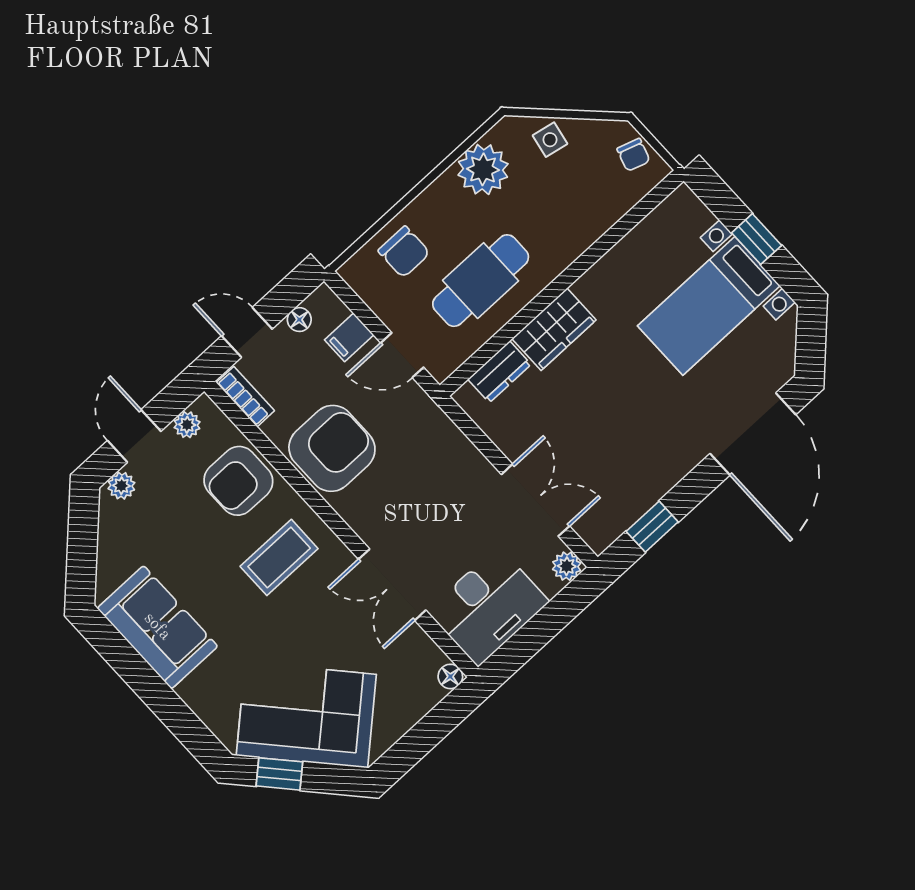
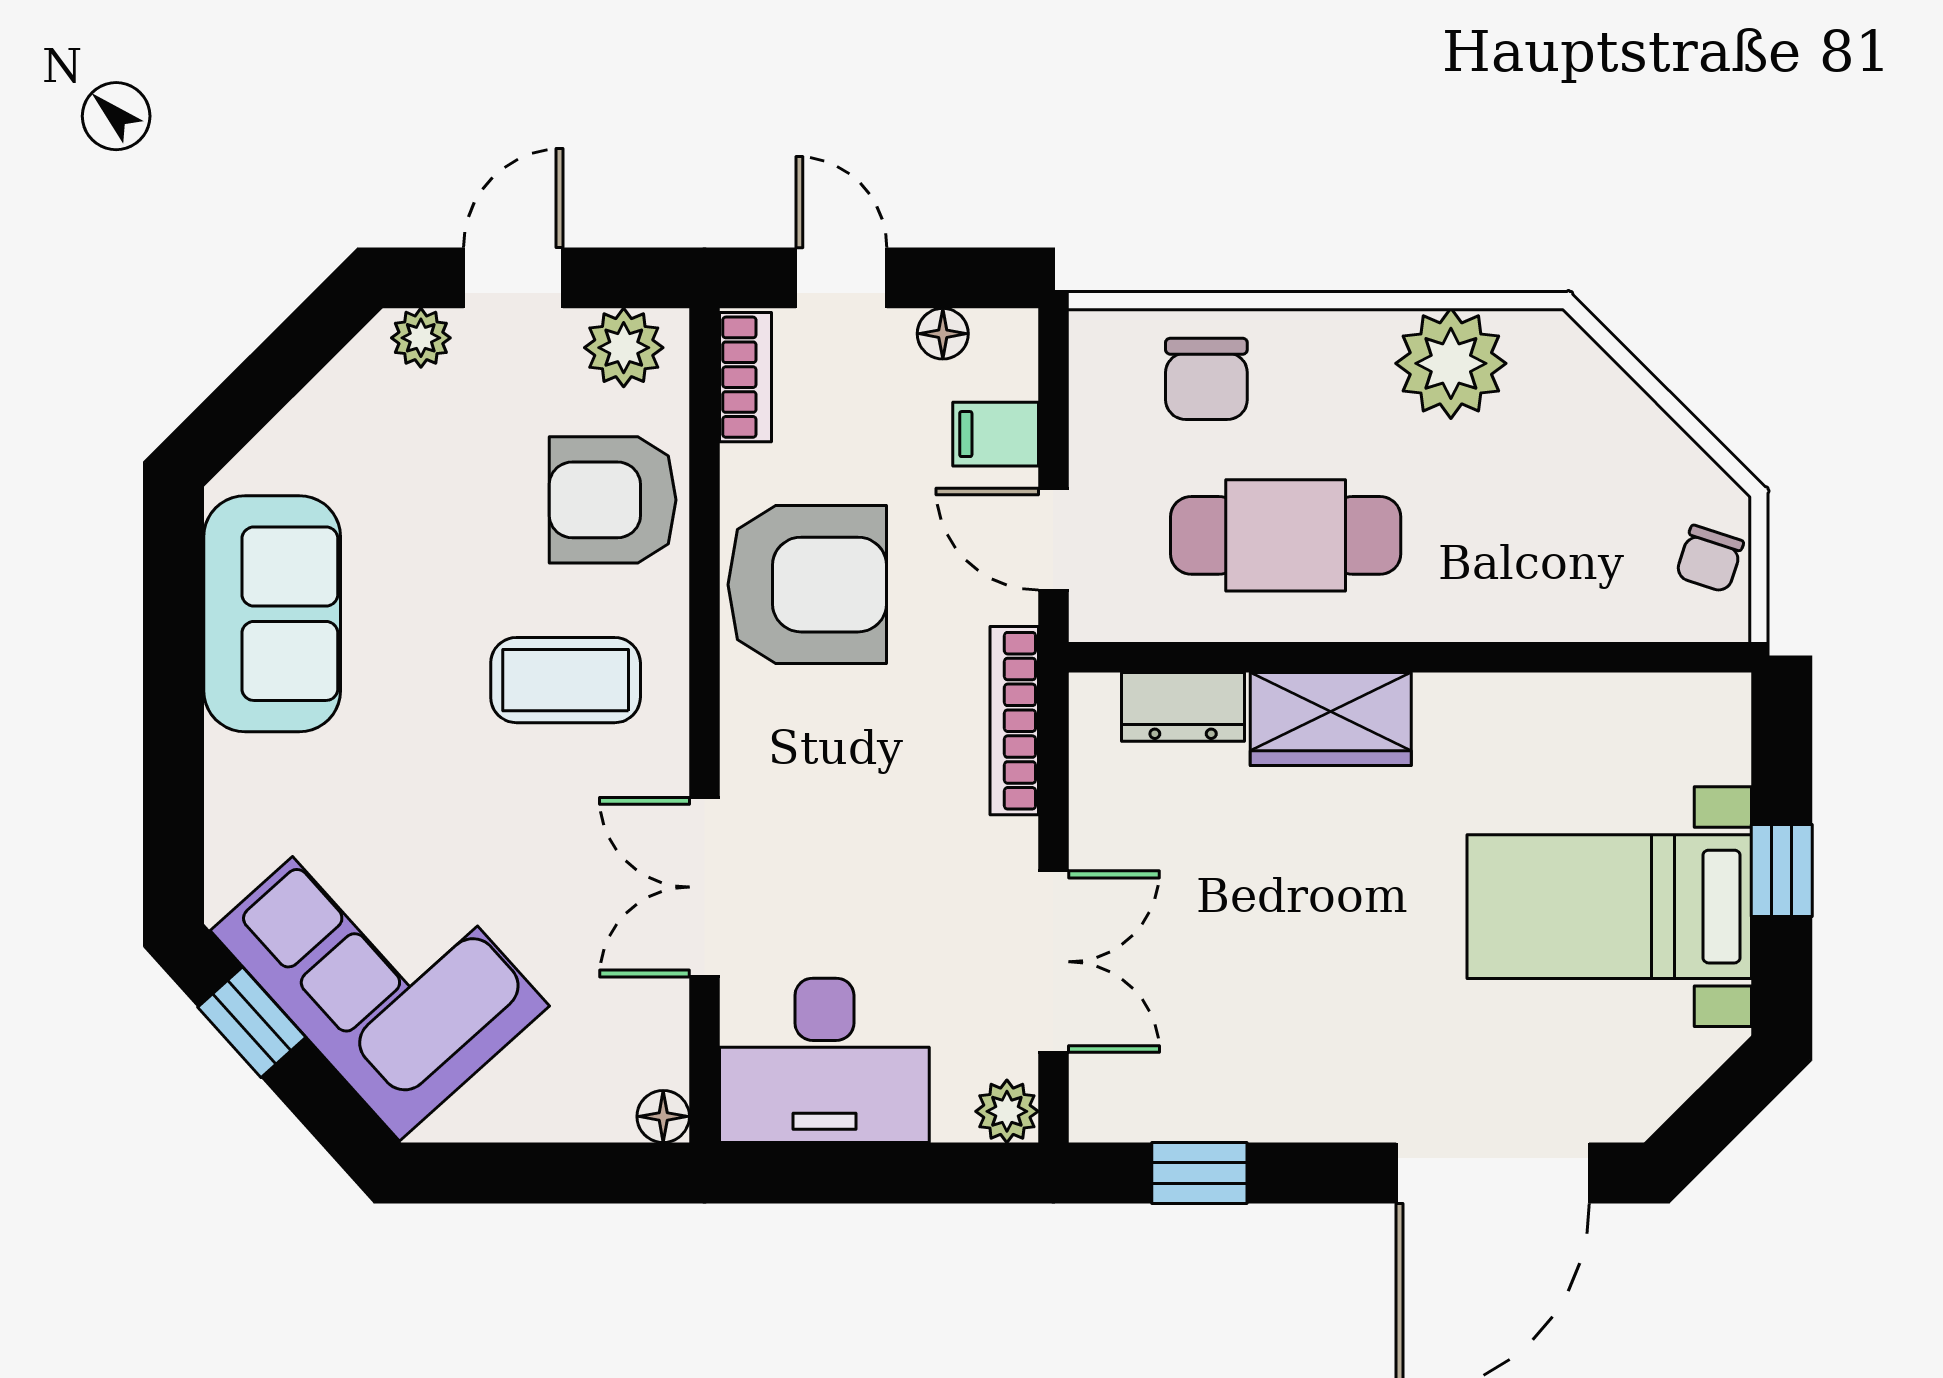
side table: (550, 140) -> (1600, 414), removed
plant: (187, 425) -> (624, 348), width x1.38, depth x1.38
bookcase: (446, 430) -> (1014, 721), added

